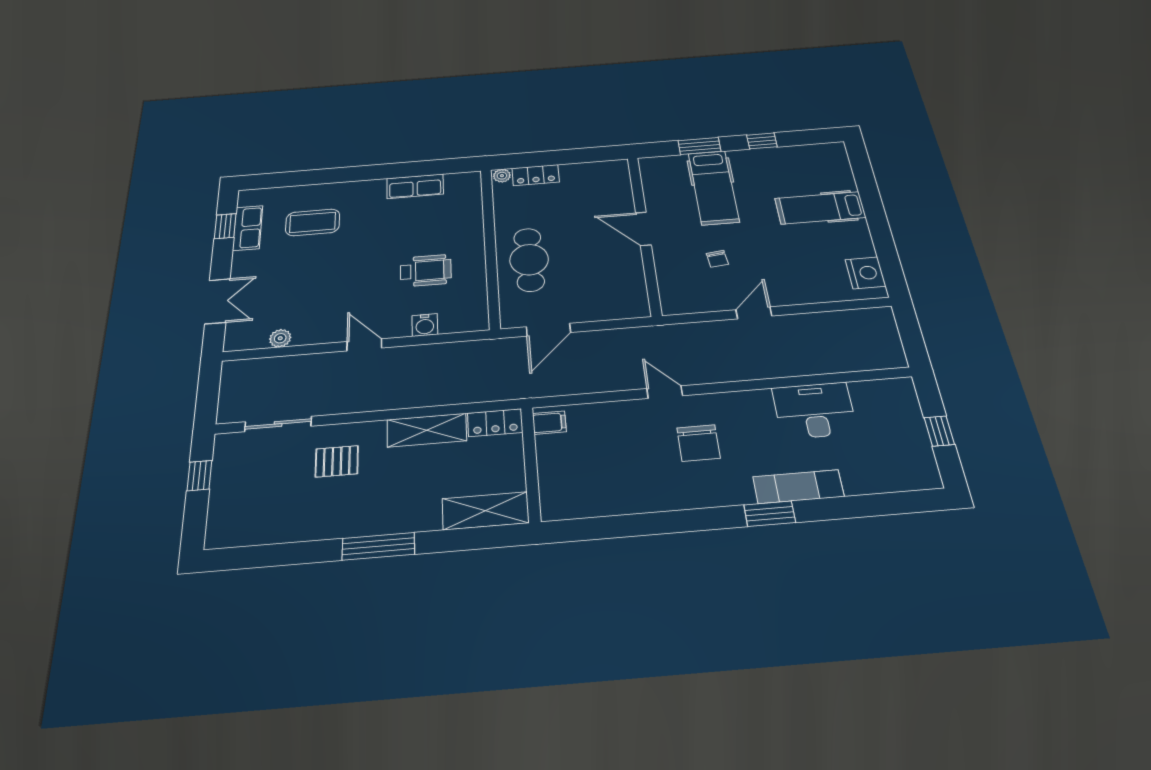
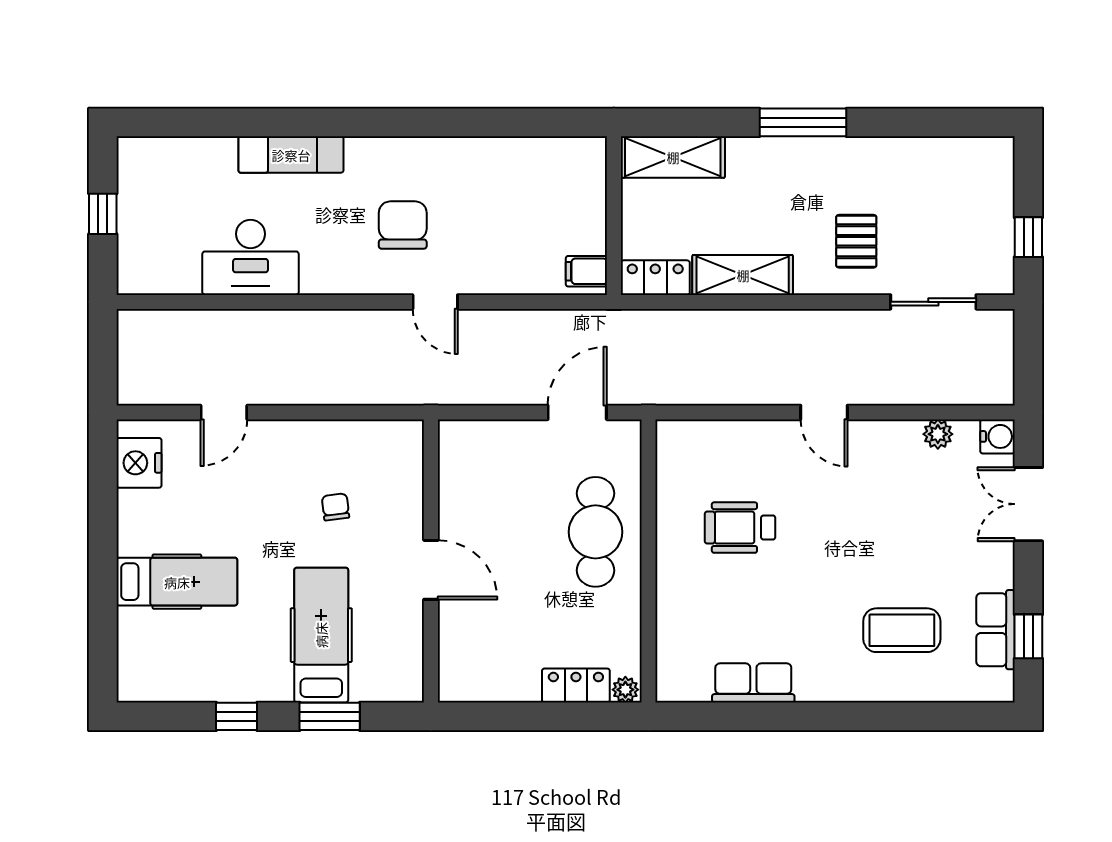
door: (754, 313) -> (224, 412), moved
water cooler: (425, 325) -> (997, 436), moved, turned 90
pallet: (337, 461) -> (856, 241), turned 90
window: (770, 514) -> (332, 122), removed

